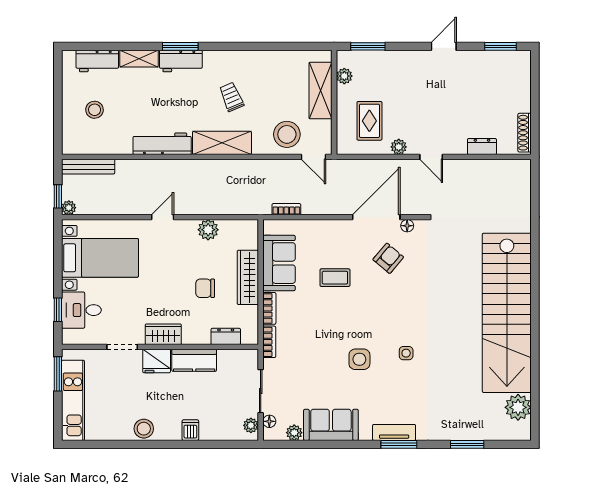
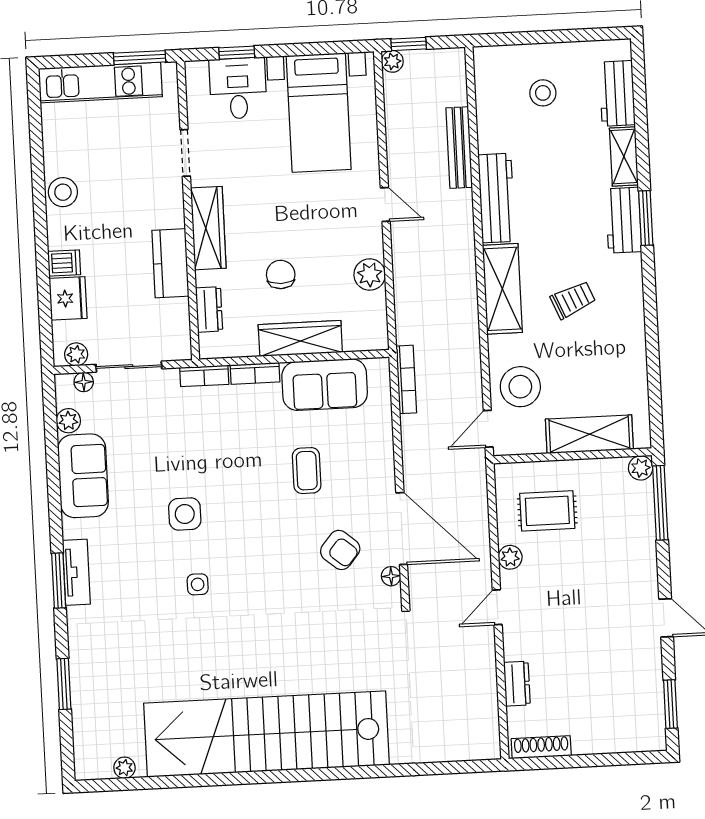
window: (368, 46) -> (660, 503), width x1.44
plant: (344, 76) -> (641, 468), moved
bench: (88, 167) -> (459, 148), moved
bookcase: (286, 209) -> (406, 379), width x1.56
wardrobe: (163, 334) -> (208, 228), width x1.50
fridge: (157, 361) -> (68, 298), moved, turned 180
plant: (518, 407) -> (124, 768), width x0.53, depth x0.53

